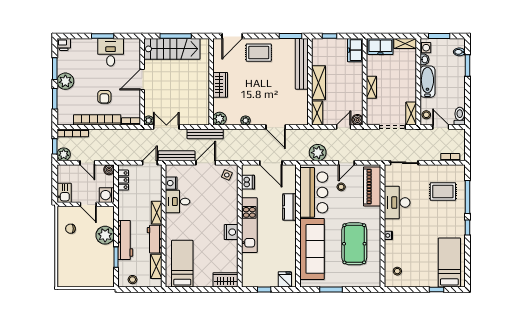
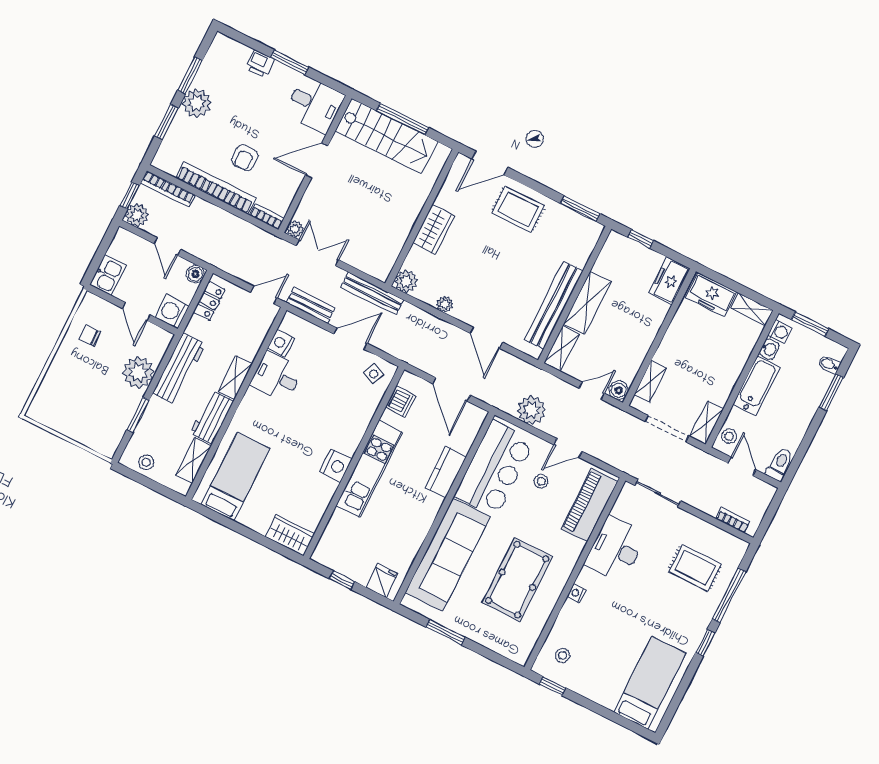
printer: (64, 44) -> (260, 64), moved
desk: (111, 52) -> (315, 104), moved, turned 90
bench: (302, 64) -> (554, 305), moved
shelving: (371, 87) -> (650, 381), moved
bench: (177, 156) -> (311, 305), width x0.73
workbench: (125, 240) -> (179, 369), moved
window: (436, 289) -> (553, 686), moved

